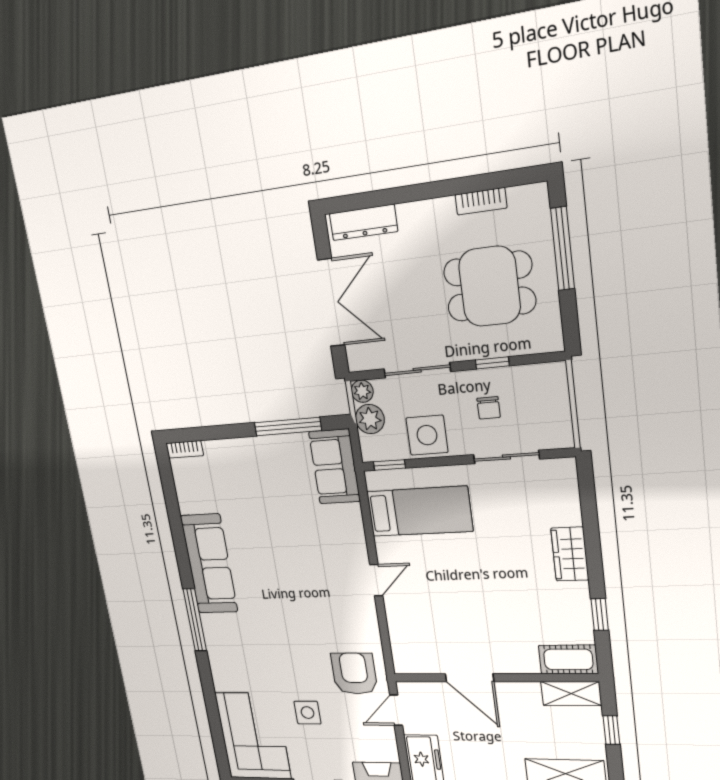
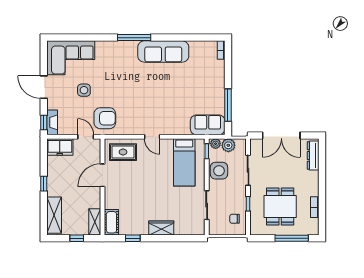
plant: (362, 391) -> (216, 144), moved
chair: (489, 408) -> (235, 219), moved
rug: (416, 638) -> (123, 152), added

